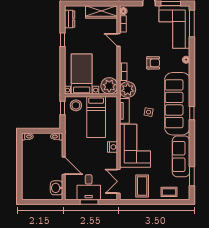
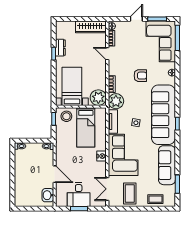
dresser: (70, 19) -> (60, 48), moved

